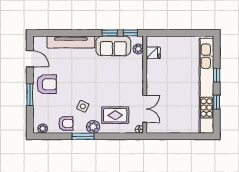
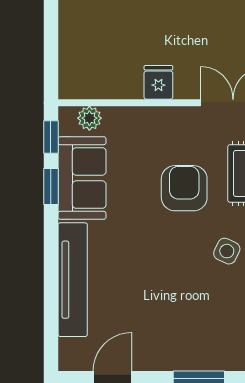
fridge: (153, 53) -> (158, 82), moved
armchair: (47, 84) -> (184, 188), moved

